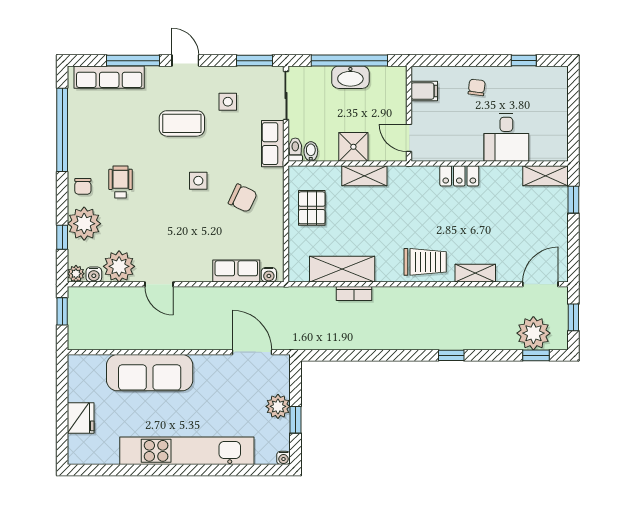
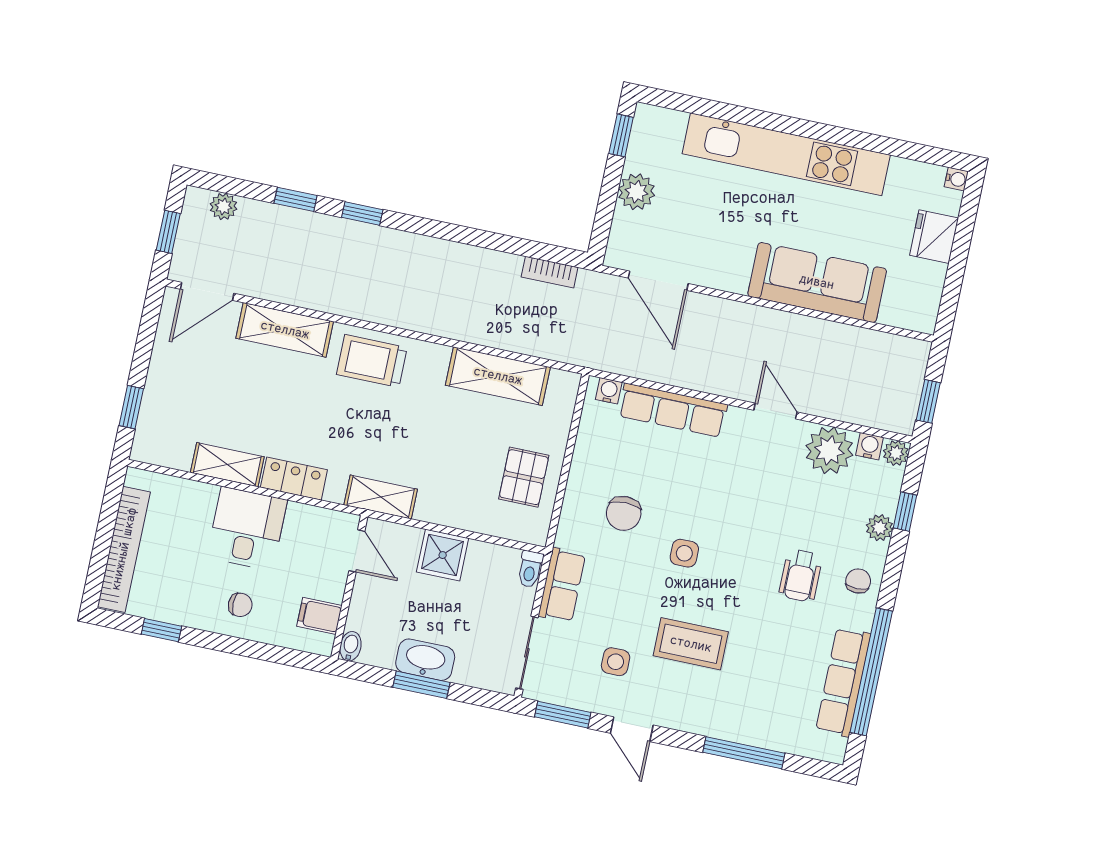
door: (185, 61) -> (632, 729), moved
window: (349, 61) -> (421, 685), width x0.47
row of seats: (109, 77) -> (843, 682), moved, turned -90
chair: (477, 87) -> (240, 605), turned -97
bookcase: (559, 107) -> (124, 549), added
desk: (506, 137) -> (247, 529), moved
bidet: (311, 151) -> (351, 646), moved, turned 180
shelving: (364, 176) -> (381, 497), moved
shelving: (546, 176) -> (227, 465), moved
chair: (243, 198) -> (624, 513), turned -115
plant: (84, 224) -> (879, 528), width x0.53, depth x0.53
row of seats: (236, 271) -> (673, 410), width x1.48
shelving: (475, 273) -> (285, 330), width x1.50, depth x1.33
bookcase: (354, 293) -> (550, 272), moved, turned 180
plant: (533, 333) -> (223, 206), width x0.53, depth x0.53
window: (536, 355) -> (296, 199), moved
window: (296, 420) -> (621, 135), moved
water cooler: (283, 458) -> (956, 179), moved, turned 90

